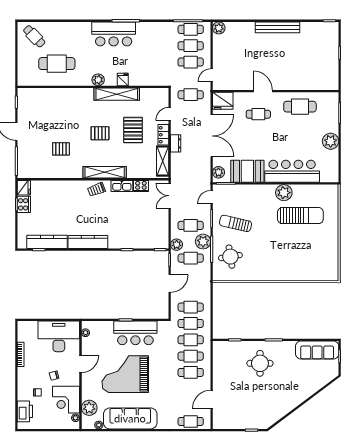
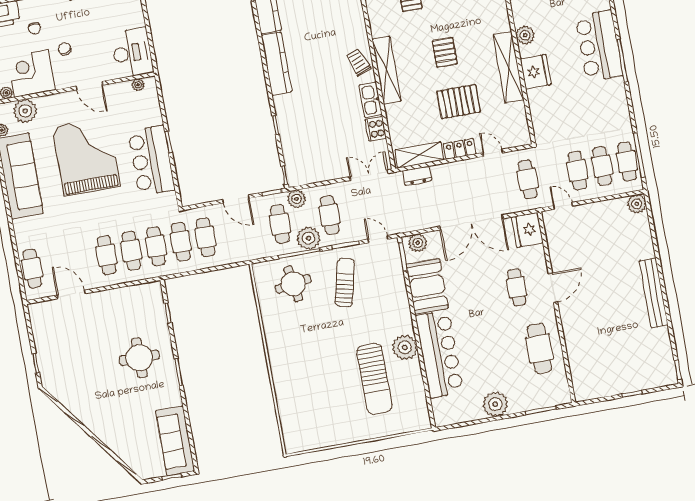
fridge: (123, 79) -> (536, 72), width x1.88, depth x1.34
dresser: (176, 143) -> (417, 176), moved
desk: (59, 336) -> (132, 53), width x0.73, depth x0.77

